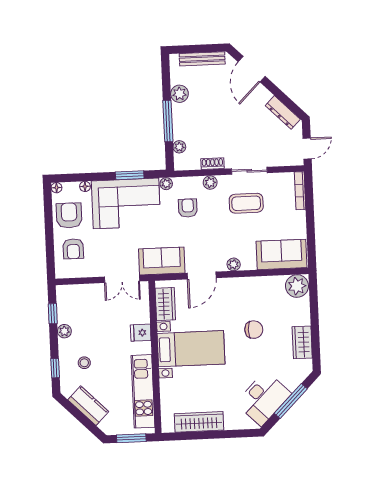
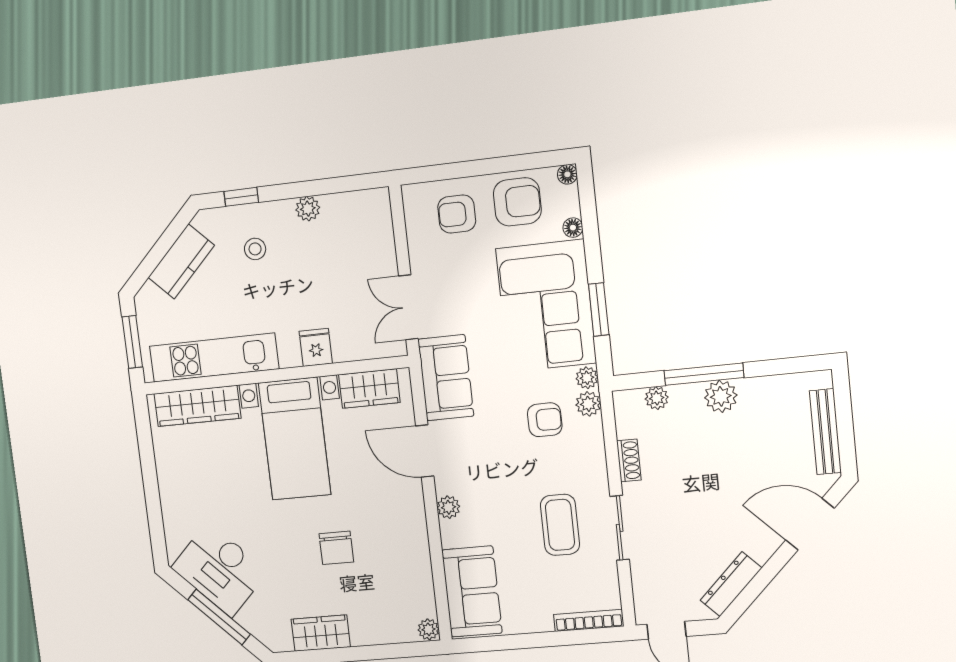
plant: (179, 94) -> (721, 396), moved
plant: (210, 183) -> (588, 404), moved
plant: (297, 286) -> (428, 629), width x0.53, depth x0.53
window: (53, 314) -> (337, 185), removed
wardrobe: (199, 422) -> (197, 406), moved, turned 90

